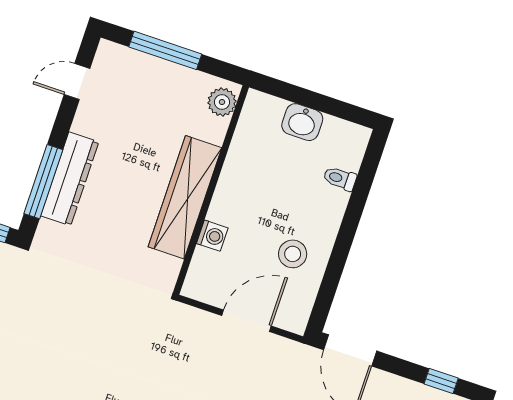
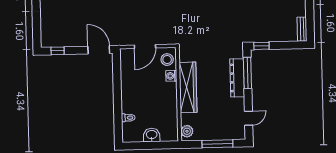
stool: (293, 254) -> (167, 60), moved

